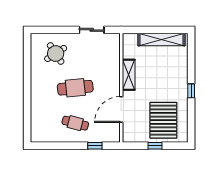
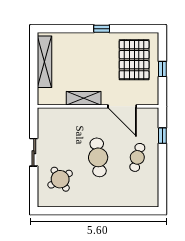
sliding door: (92, 30) -> (34, 152), moved
pallet: (163, 120) -> (134, 60), turned 90

